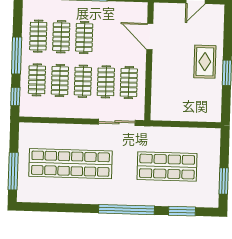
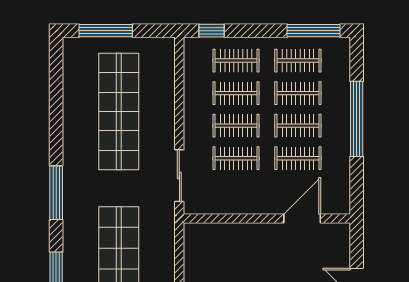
window: (17, 55) -> (314, 31), moved
clothes rail: (129, 83) -> (298, 158), moved
window: (127, 210) -> (56, 193), width x0.68

